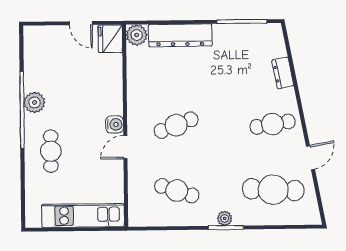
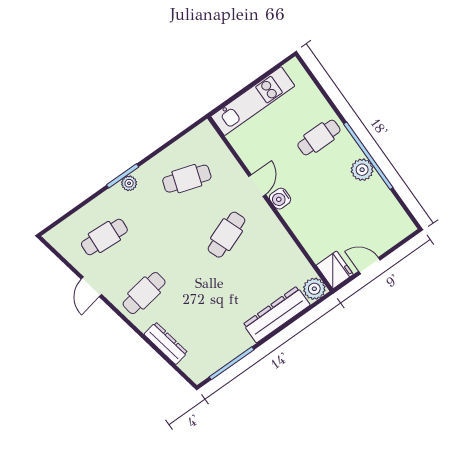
dresser: (283, 73) -> (166, 343), width x1.44
cafe table: (51, 151) -> (319, 137), turned 90
cafe table: (273, 190) -> (104, 237), width x0.73, depth x0.74

